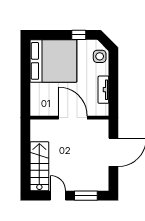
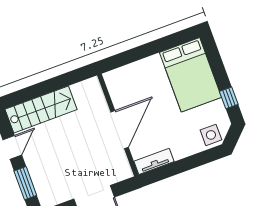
bed: (53, 61) -> (190, 75), width x0.73
tv unit: (103, 90) -> (154, 161), moved

